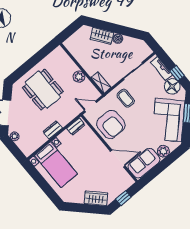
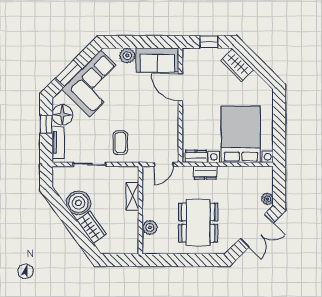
boiler: (118, 39) -> (78, 203), width x1.86, depth x1.86
plant: (79, 77) -> (150, 228), moved
shelving: (101, 83) -> (132, 196), moved
door: (90, 106) -> (164, 164), hinge flipped
armchair: (111, 124) -> (158, 128), removed
dresser: (53, 130) -> (205, 173), moved
bed with nightstands: (56, 165) -> (241, 134), width x1.36

